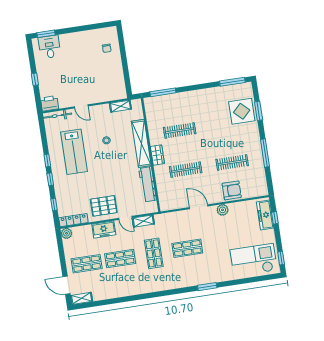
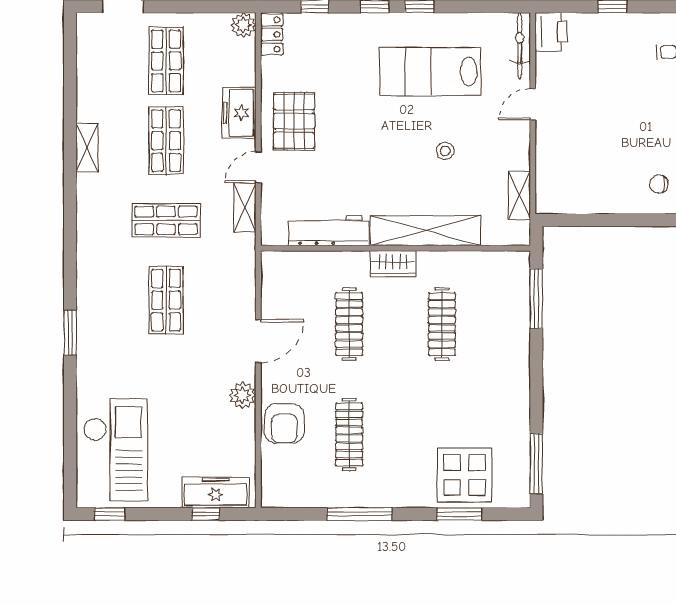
locker: (73, 220) -> (272, 34), width x0.66
shelving: (82, 298) -> (87, 148), moved

